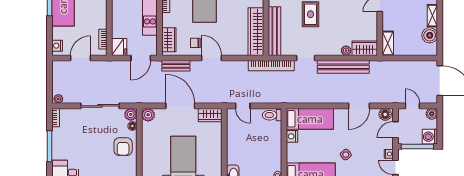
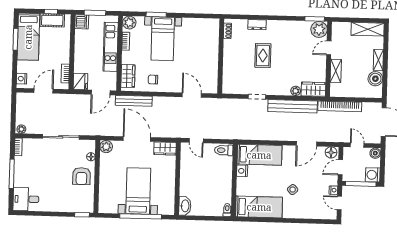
bench: (275, 31) -> (228, 71), removed
wardrobe: (256, 32) -> (211, 71), removed
shelving: (388, 43) -> (336, 71), moved
door: (211, 58) -> (192, 95), moved
bench: (176, 66) -> (134, 101), width x1.36
bookcase: (271, 66) -> (340, 106), moved
plant: (131, 114) -> (90, 146), removed

